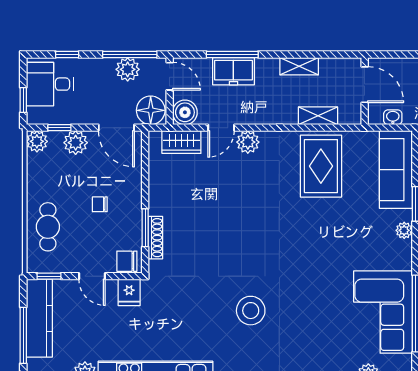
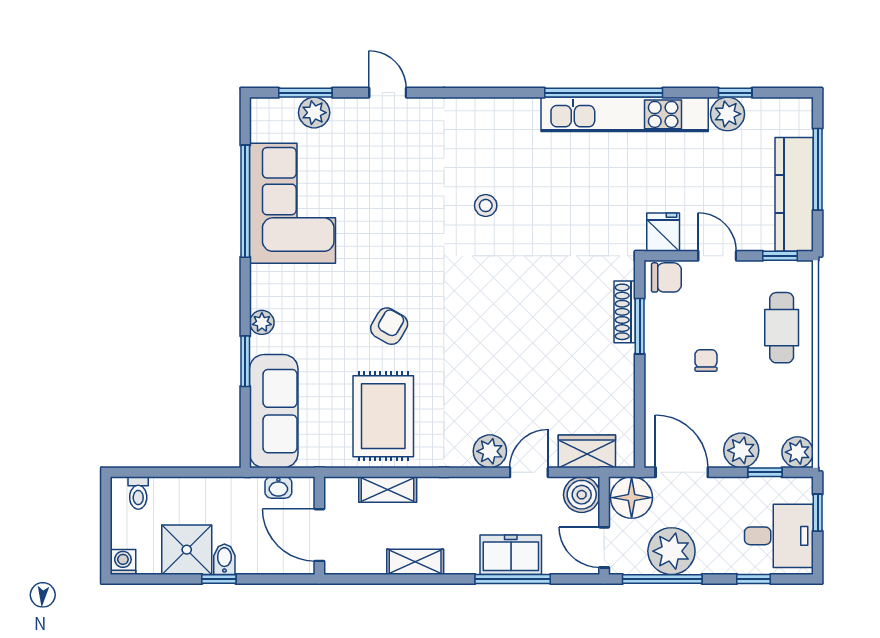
plant: (128, 69) -> (671, 551), width x1.36, depth x1.36
chair: (100, 204) -> (706, 360), turned -90
armchair: (317, 228) -> (389, 326), added
stool: (251, 311) -> (486, 206), width x0.53, depth x0.53

